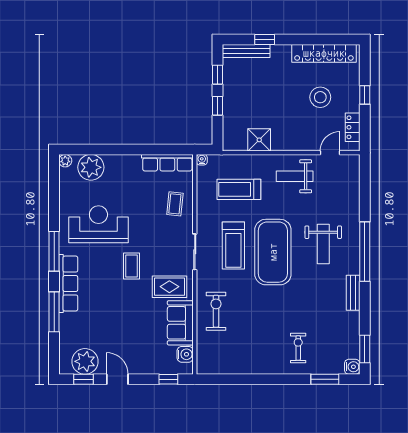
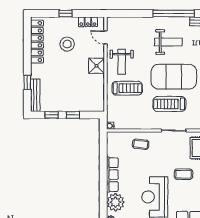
shower: (259, 140) -> (97, 66), moved
row of seats: (167, 163) -> (112, 175), moved
treadmill: (239, 189) -> (127, 88), moved, turned -90
treadmill: (233, 246) -> (169, 104), turned 180

